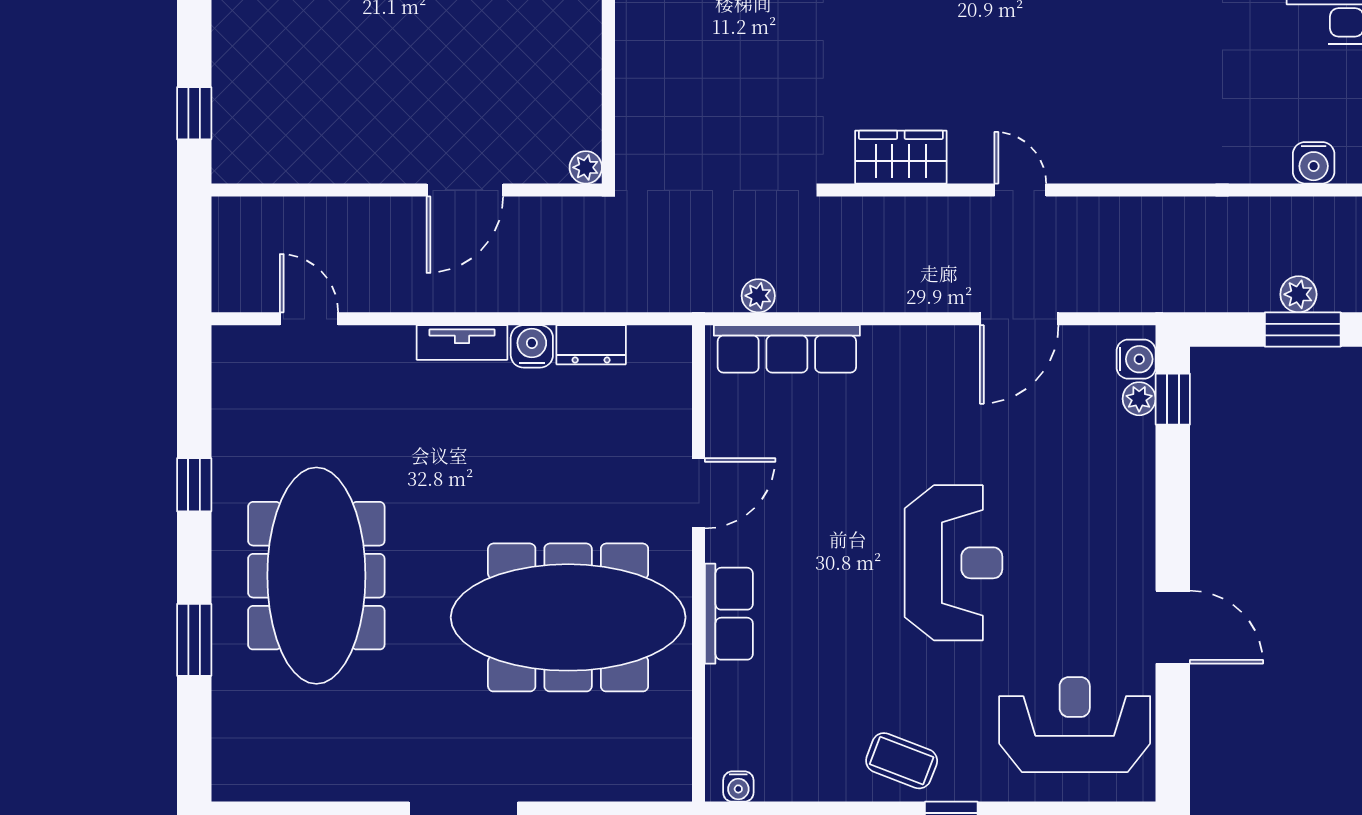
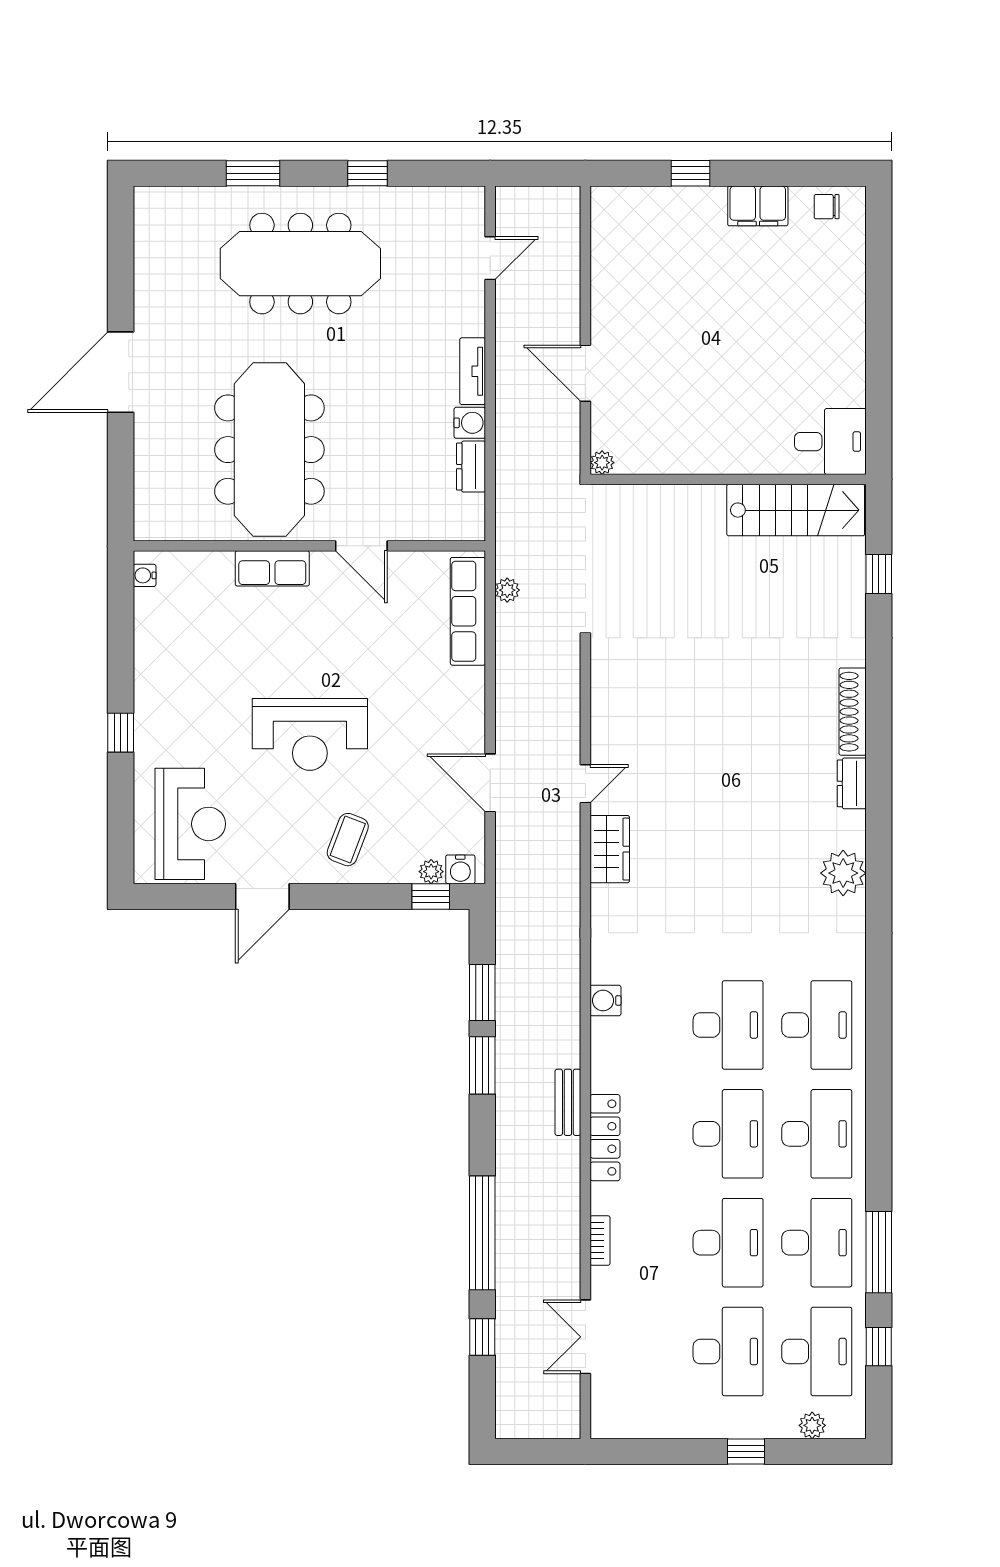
window: (194, 113) -> (690, 173), moved
wardrobe: (901, 157) -> (610, 849), moved
plant: (1298, 294) -> (508, 989), removed
coffee table: (902, 761) -> (348, 840), moved

